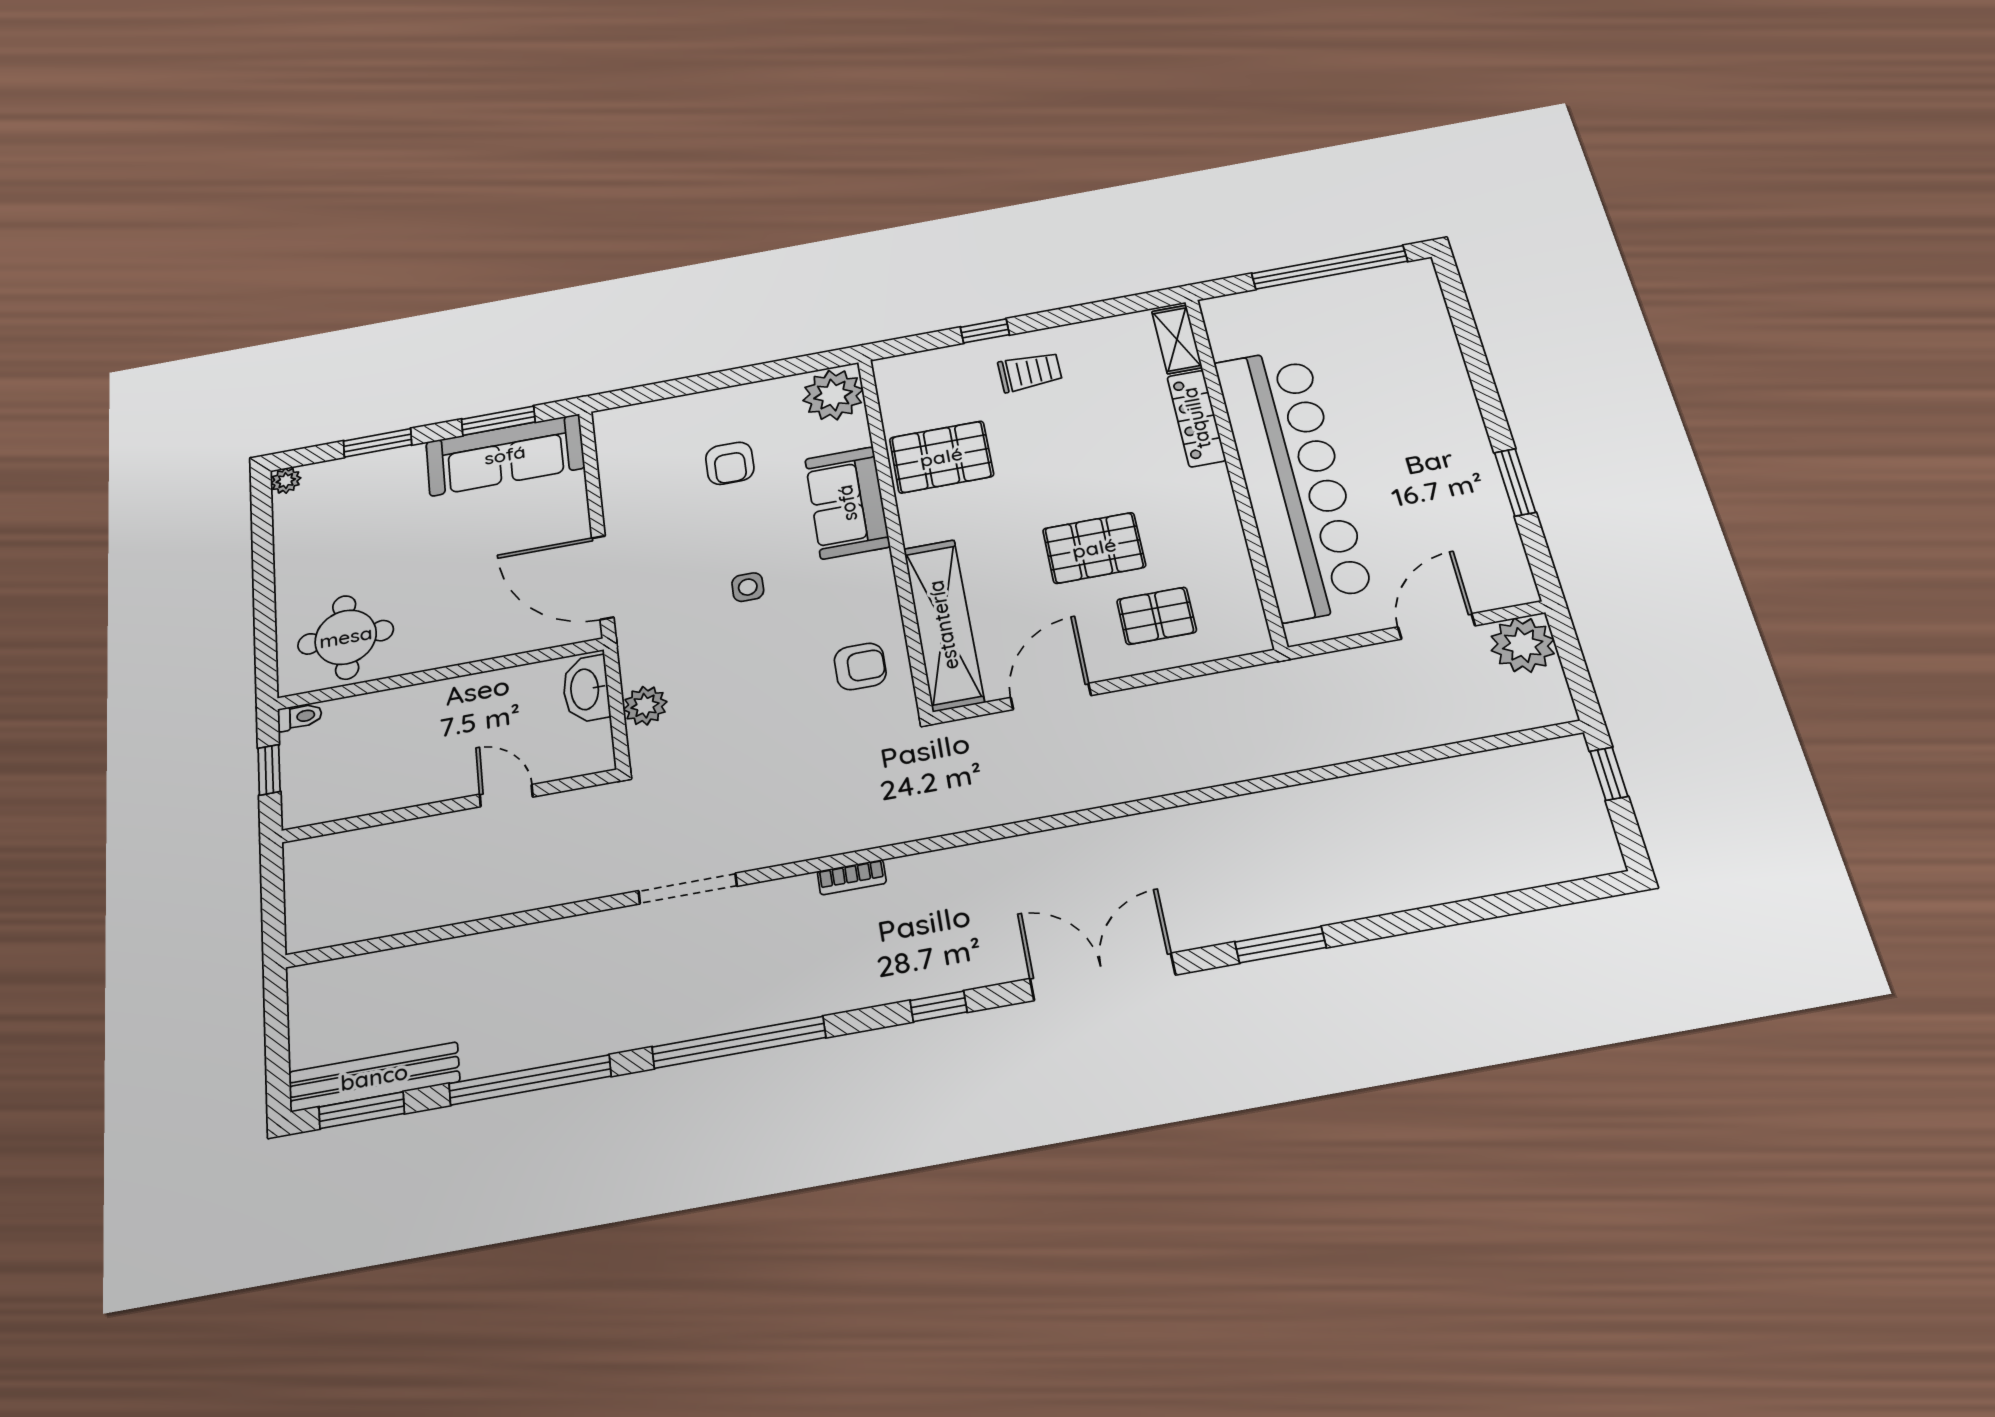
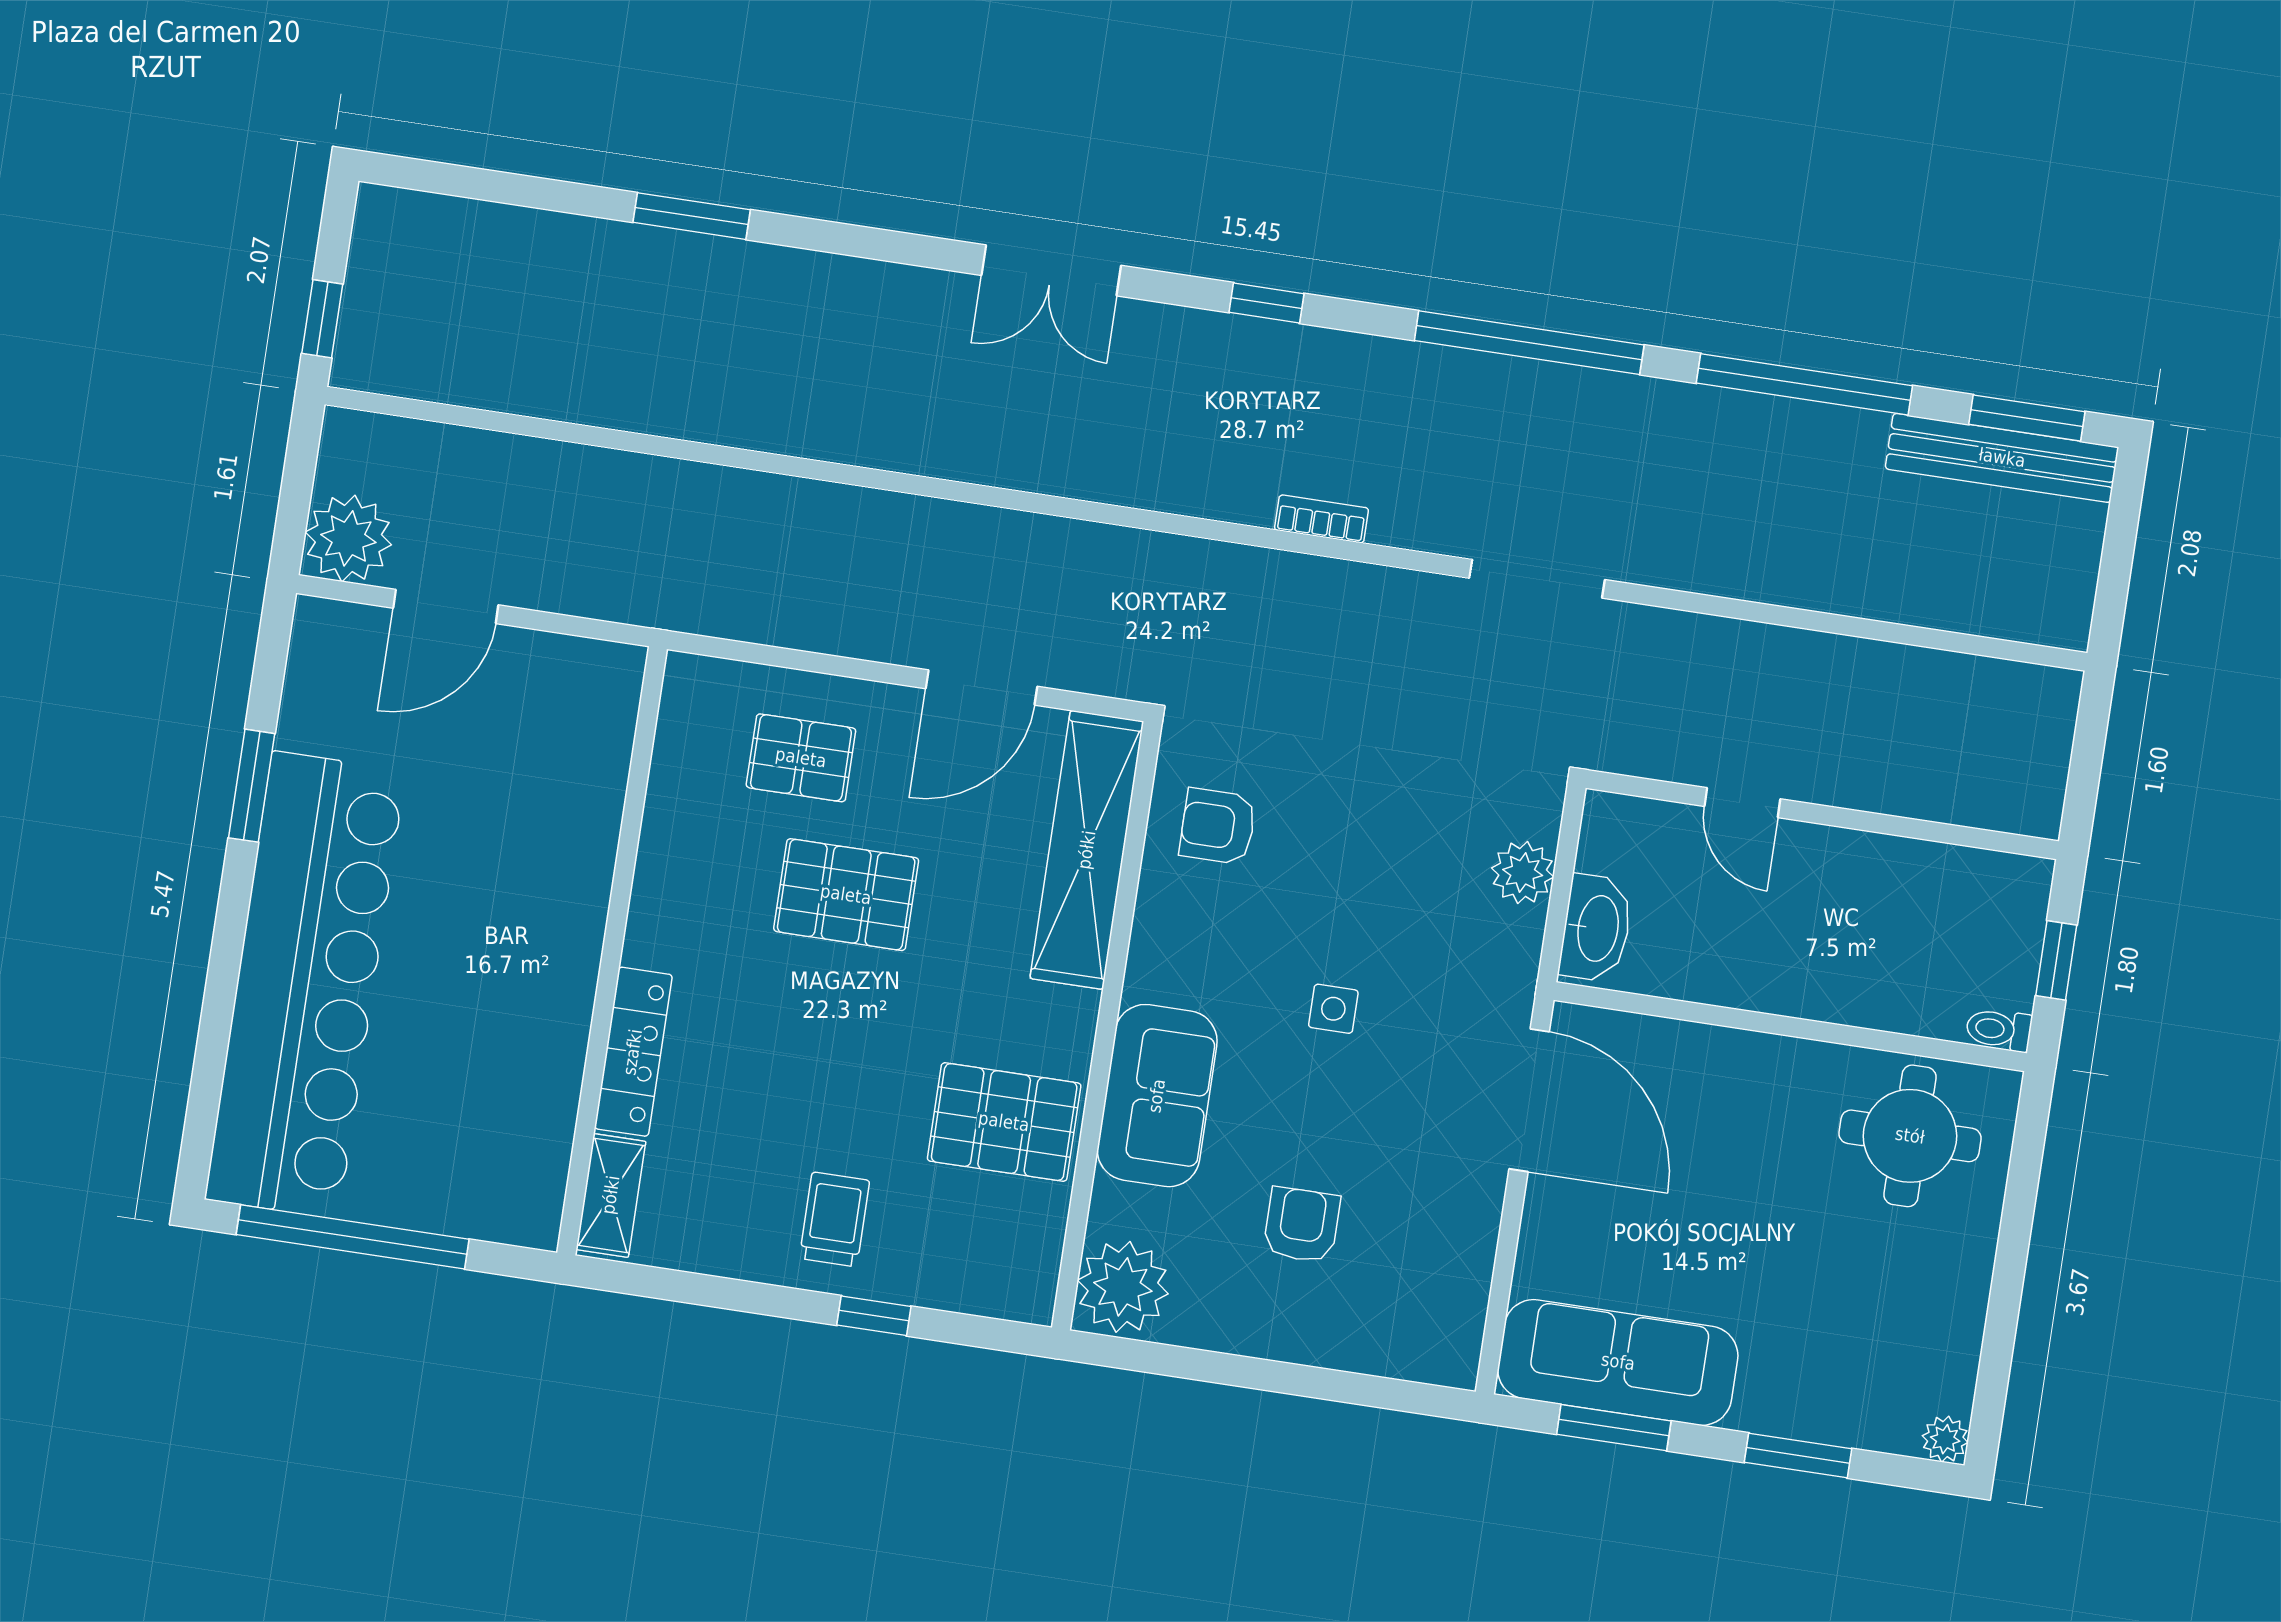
trolley: (1030, 372) -> (834, 1219), turned 91
bar counter: (1293, 481) -> (305, 985), moved, turned 180
window: (1280, 945) -> (692, 216), moved
double door: (1103, 977) -> (1051, 270), width x0.73

